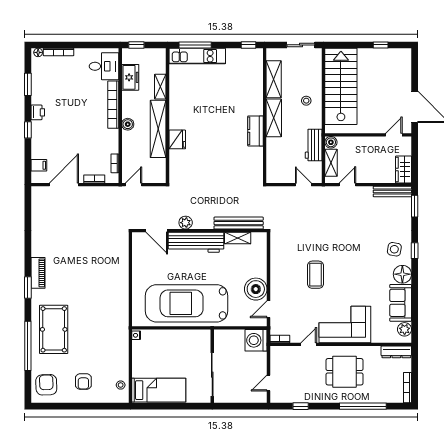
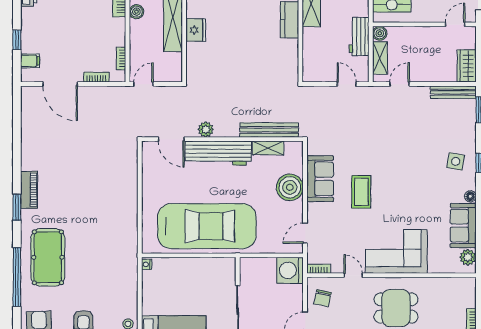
window: (28, 130) -> (17, 40), moved
door: (64, 185) -> (60, 84), swing flipped
sofa: (281, 264) -> (320, 179), added
floor lamp: (402, 274) -> (470, 196), width x0.53, depth x0.53
boiler: (256, 289) -> (290, 187), moved
car: (187, 303) -> (207, 226), turned 180
door: (309, 344) -> (353, 275), hinge flipped
dresser: (396, 352) -> (458, 284), removed
chair: (283, 364) -> (323, 298), added

